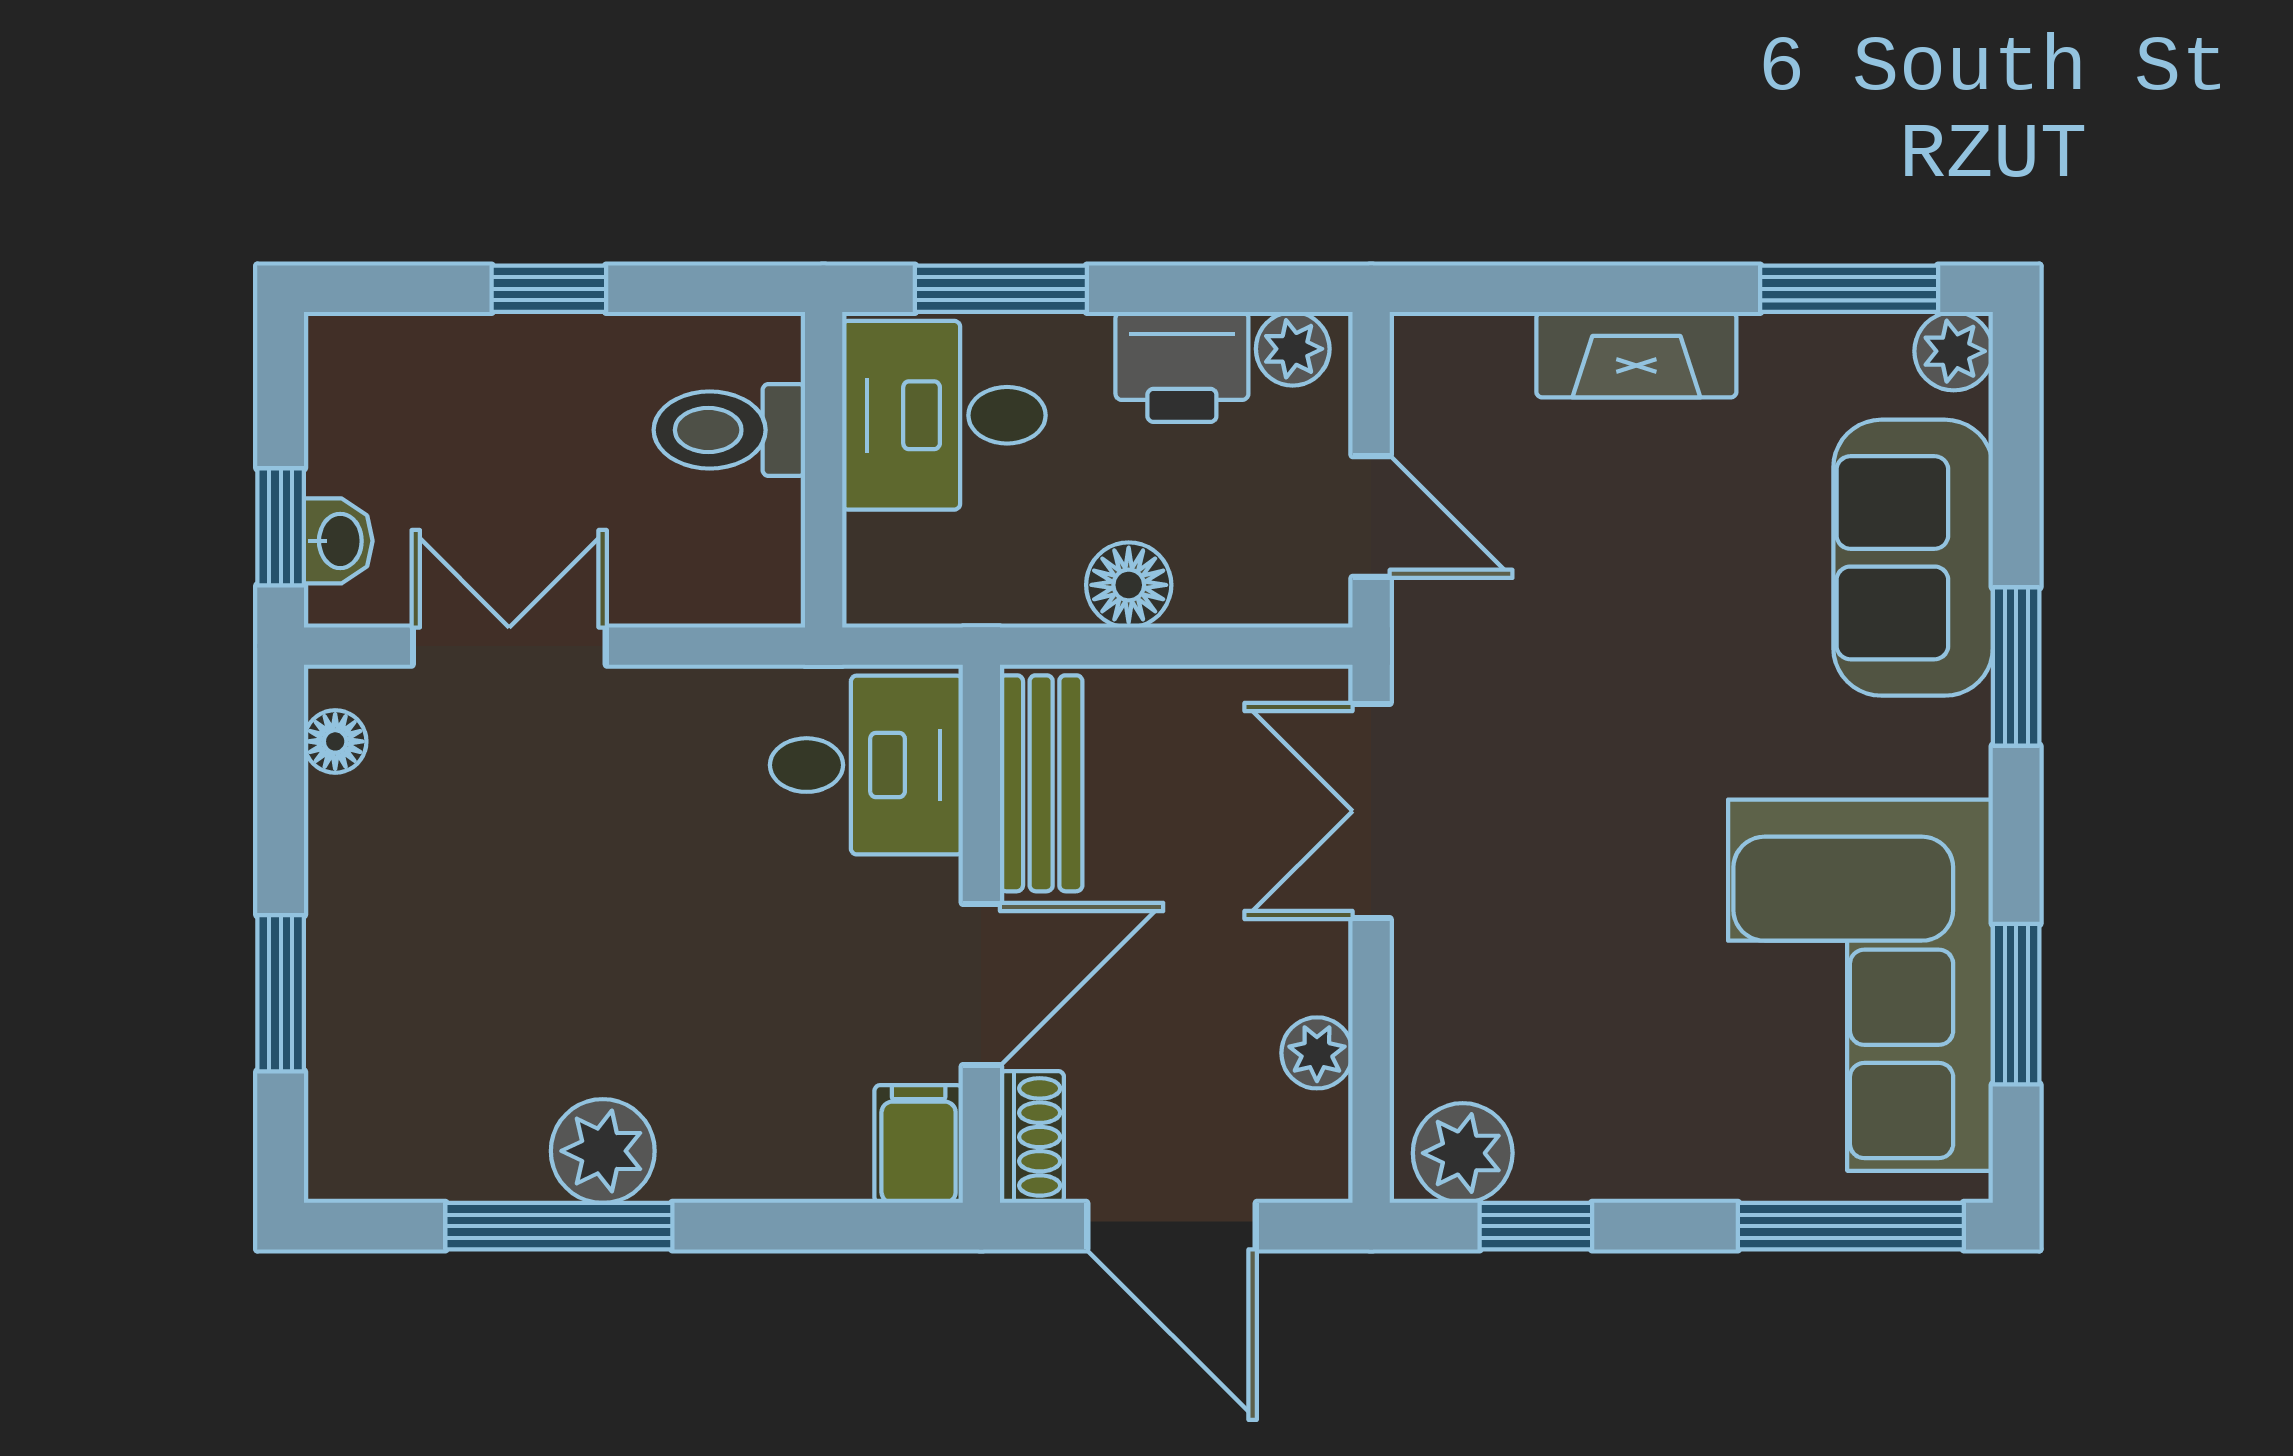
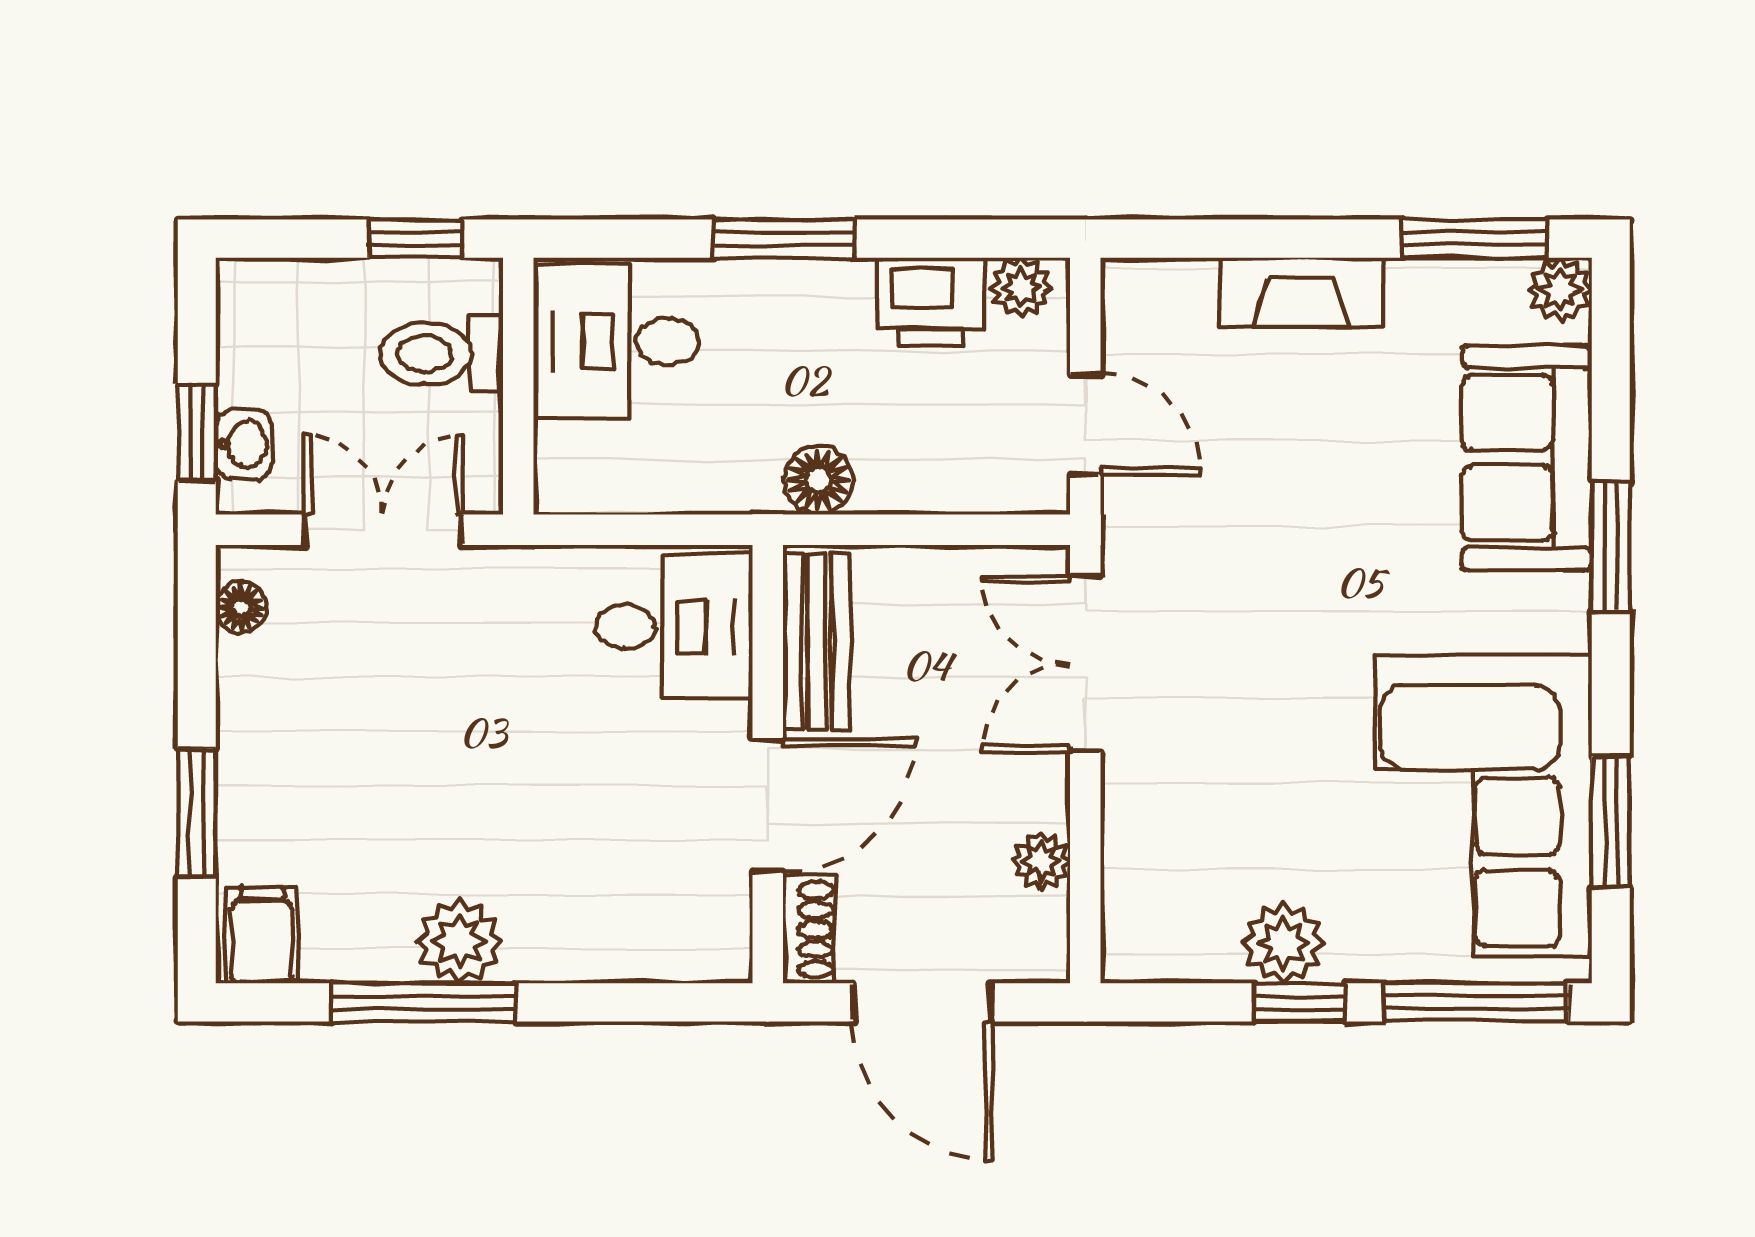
desk: (944, 415) -> (616, 342), moved
toilet: (729, 430) -> (441, 354), moved
wall: (824, 470) -> (518, 386), moved
floor lamp: (1129, 585) -> (818, 480), moved
filing cabinet: (919, 1144) -> (262, 935), moved
plant: (1463, 1153) -> (1284, 943), moved
window: (1536, 1226) -> (1300, 1002), moved

